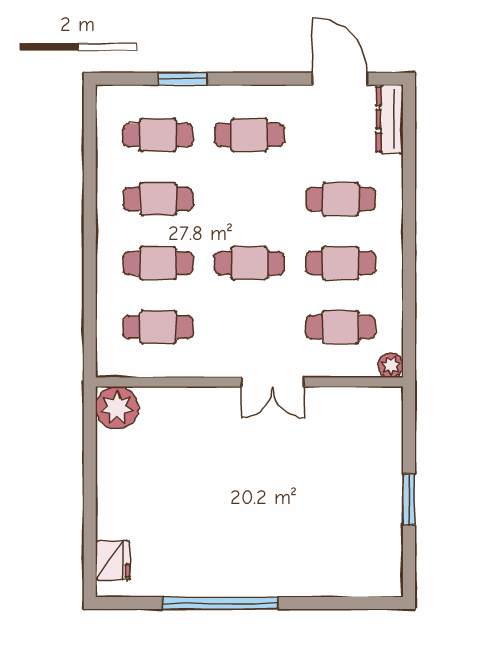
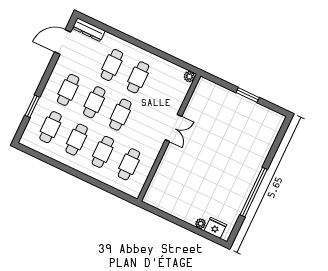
cafe table: (341, 327) -> (94, 102), moved
plant: (117, 408) -> (201, 224), moved, width x0.53, depth x0.53

